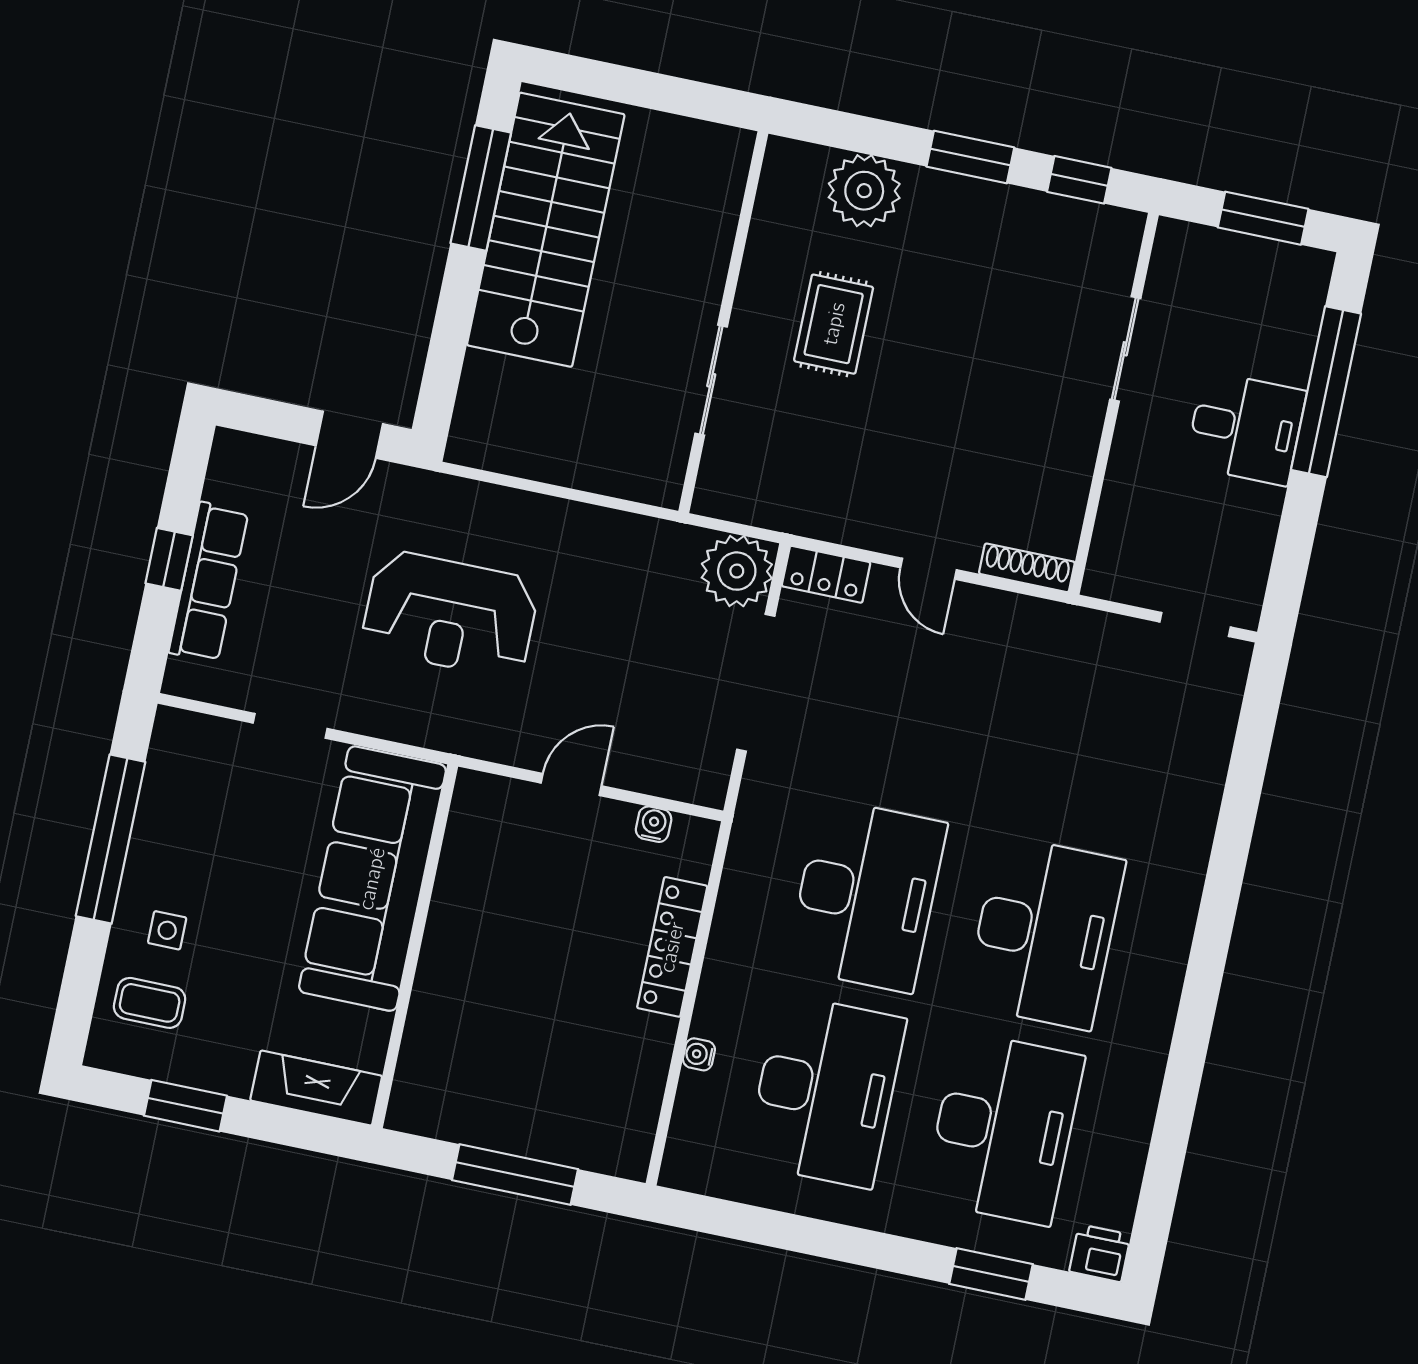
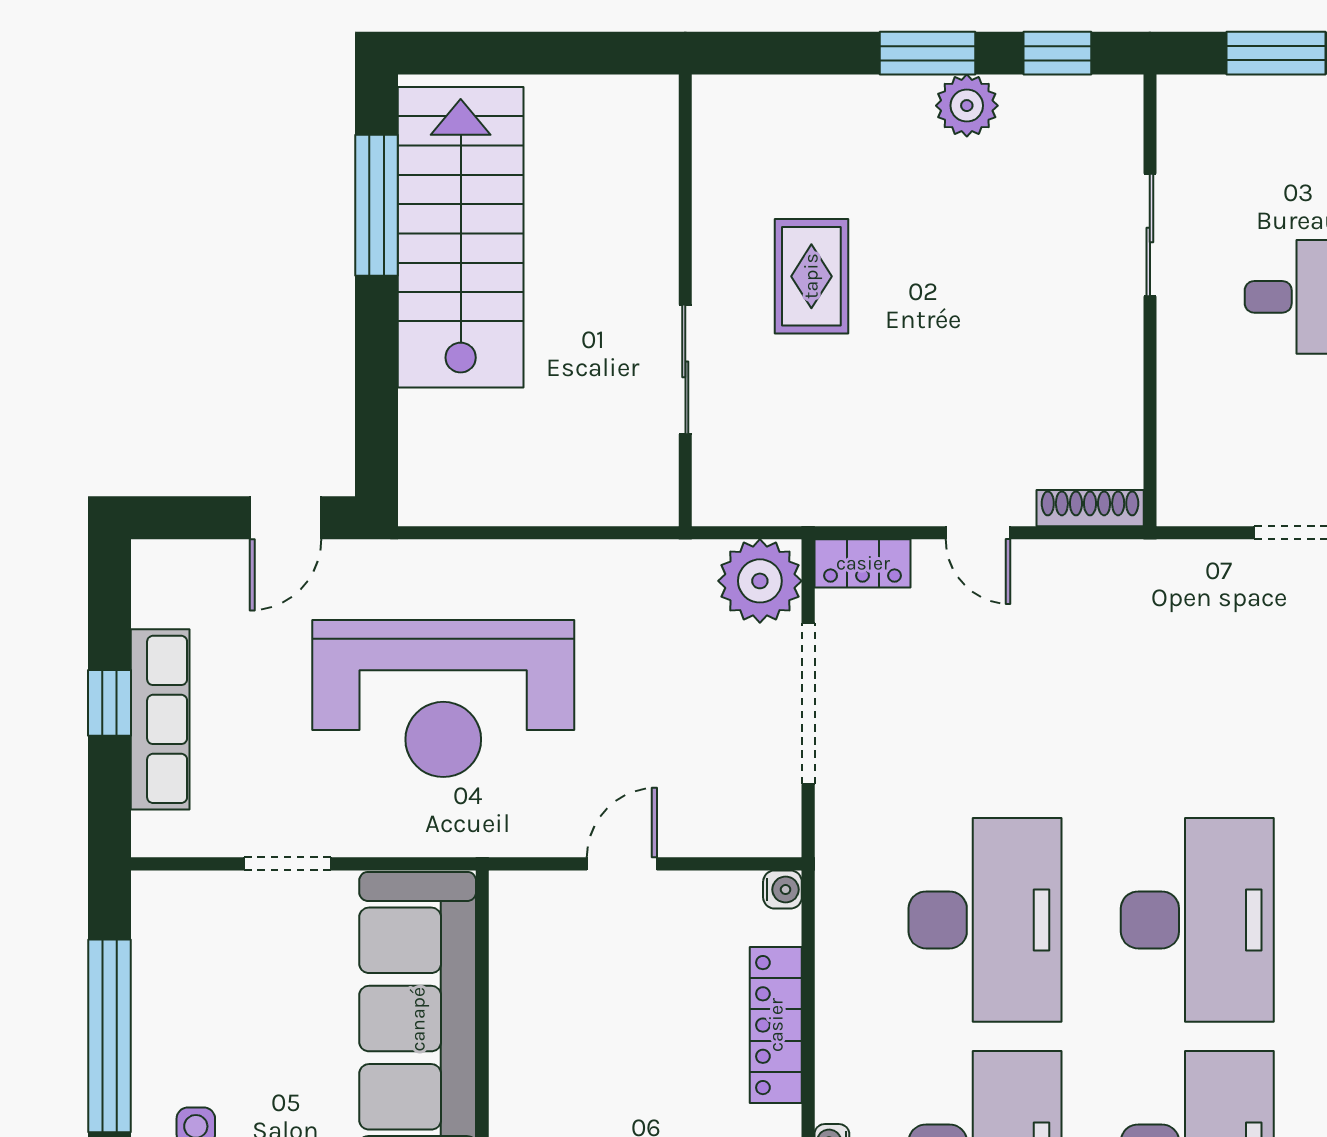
plant: (864, 191) -> (967, 106), moved, width x0.73, depth x0.73
reception desk: (450, 614) -> (443, 699), width x1.36, depth x1.30
water cooler: (654, 824) -> (782, 890), moved, turned 90

